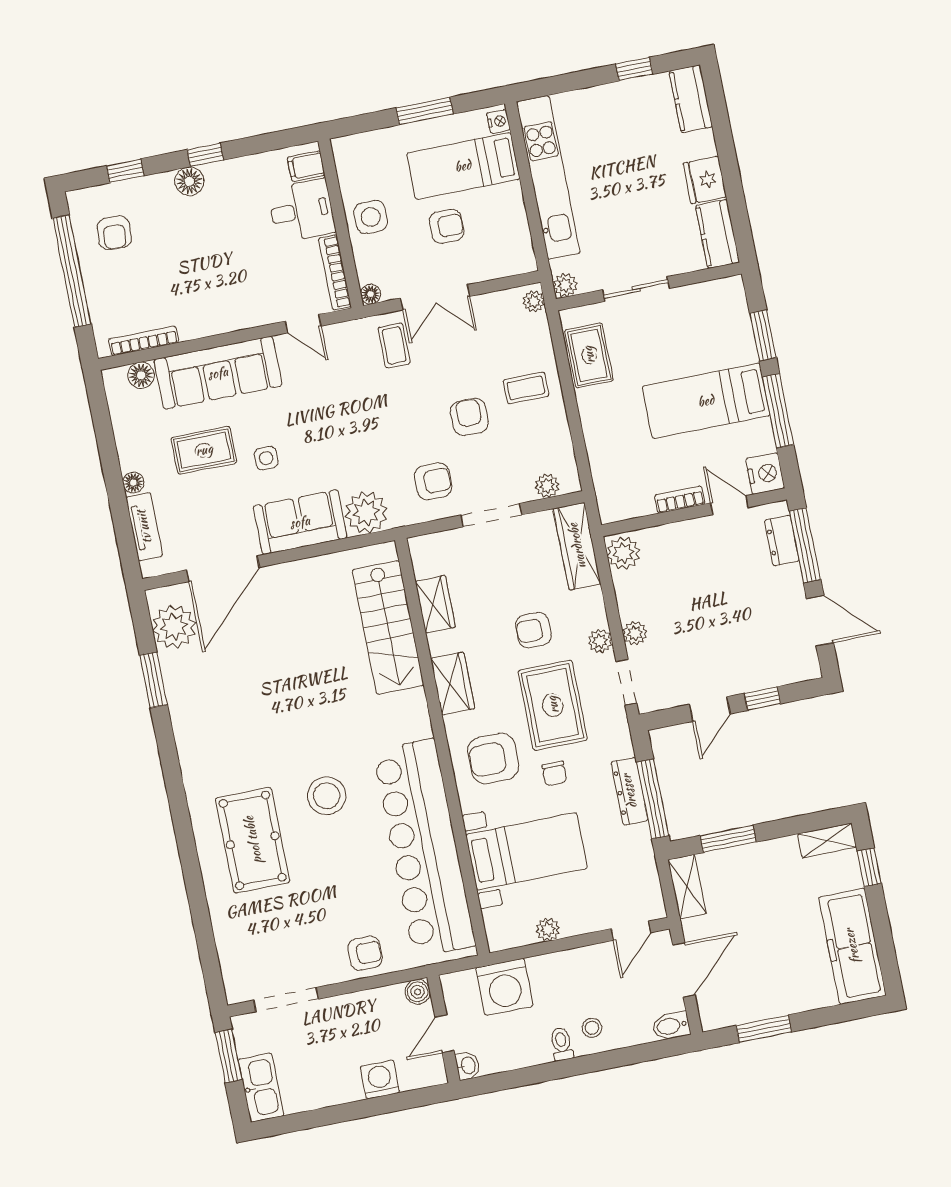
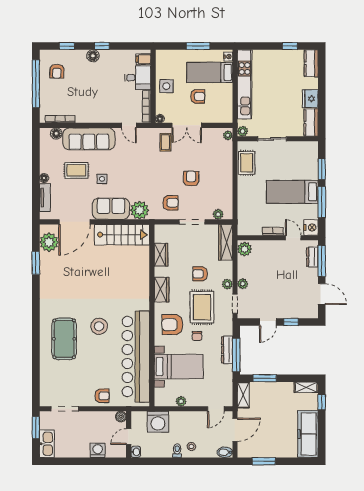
coffee table: (526, 388) -> (217, 171), removed
stairs: (388, 627) -> (122, 235), moved, turned -90

